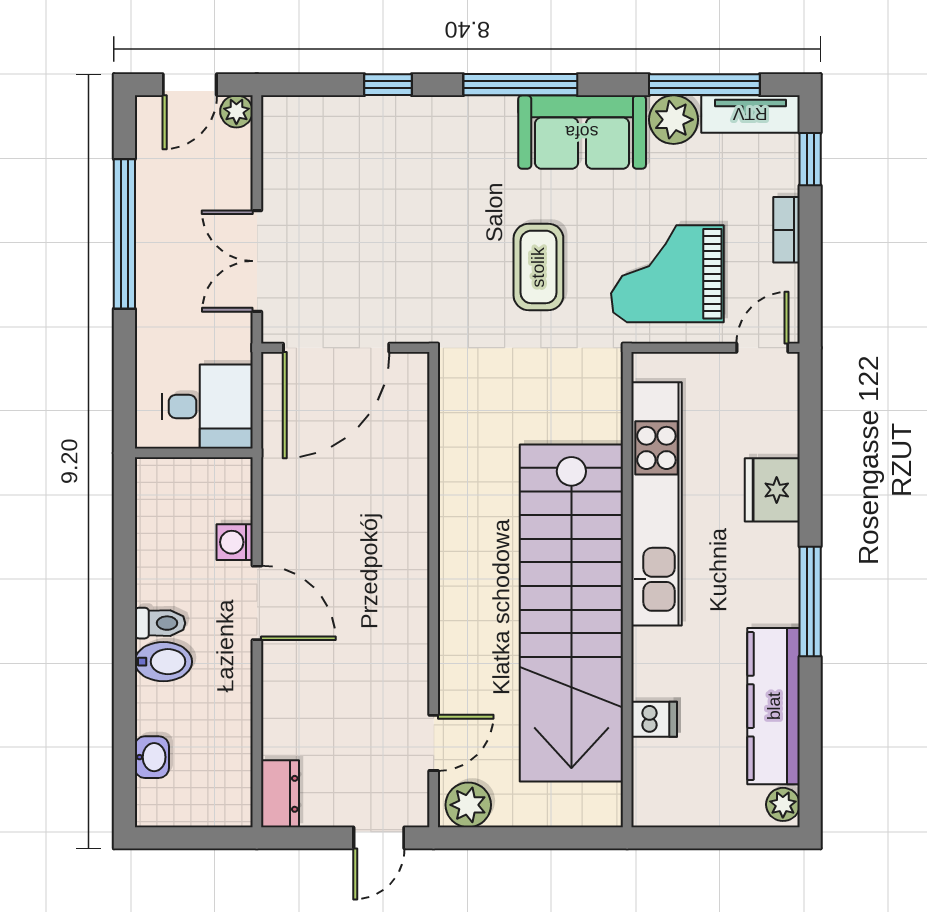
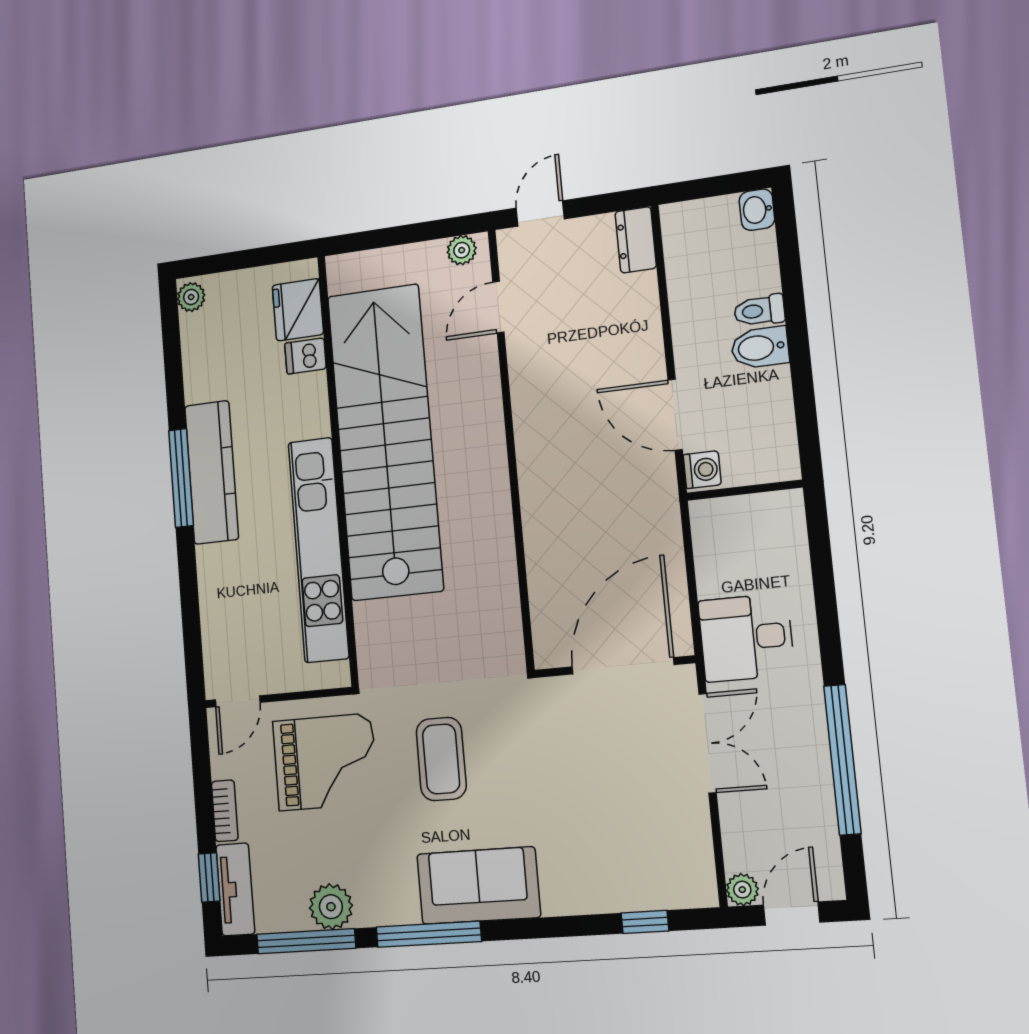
window: (388, 85) -> (645, 922), moved
window: (520, 85) -> (429, 934), moved
tv unit: (750, 114) -> (235, 889), moved, turned 90
sofa: (582, 132) -> (478, 886), moved
desk: (207, 406) -> (746, 638), moved
wall: (194, 453) -> (744, 490), moved
fridge: (772, 490) -> (298, 310), moved, turned 180
toilet: (160, 623) -> (759, 311), moved
kitchen counter: (774, 706) -> (212, 472), moved
washbasin: (152, 757) -> (757, 210), moved
plant: (468, 805) -> (462, 250), width x0.73, depth x0.73

